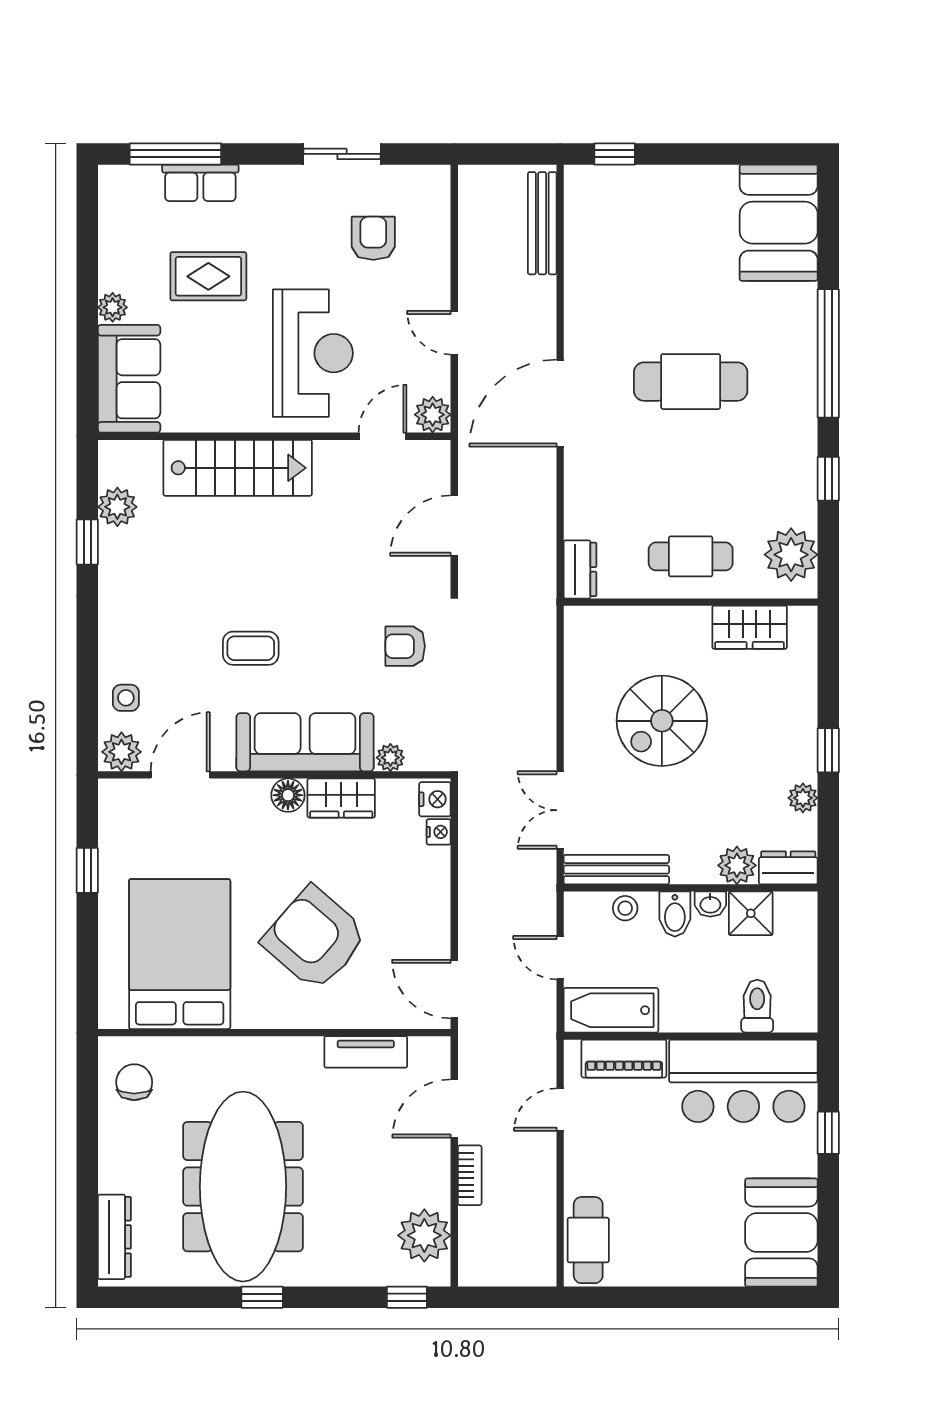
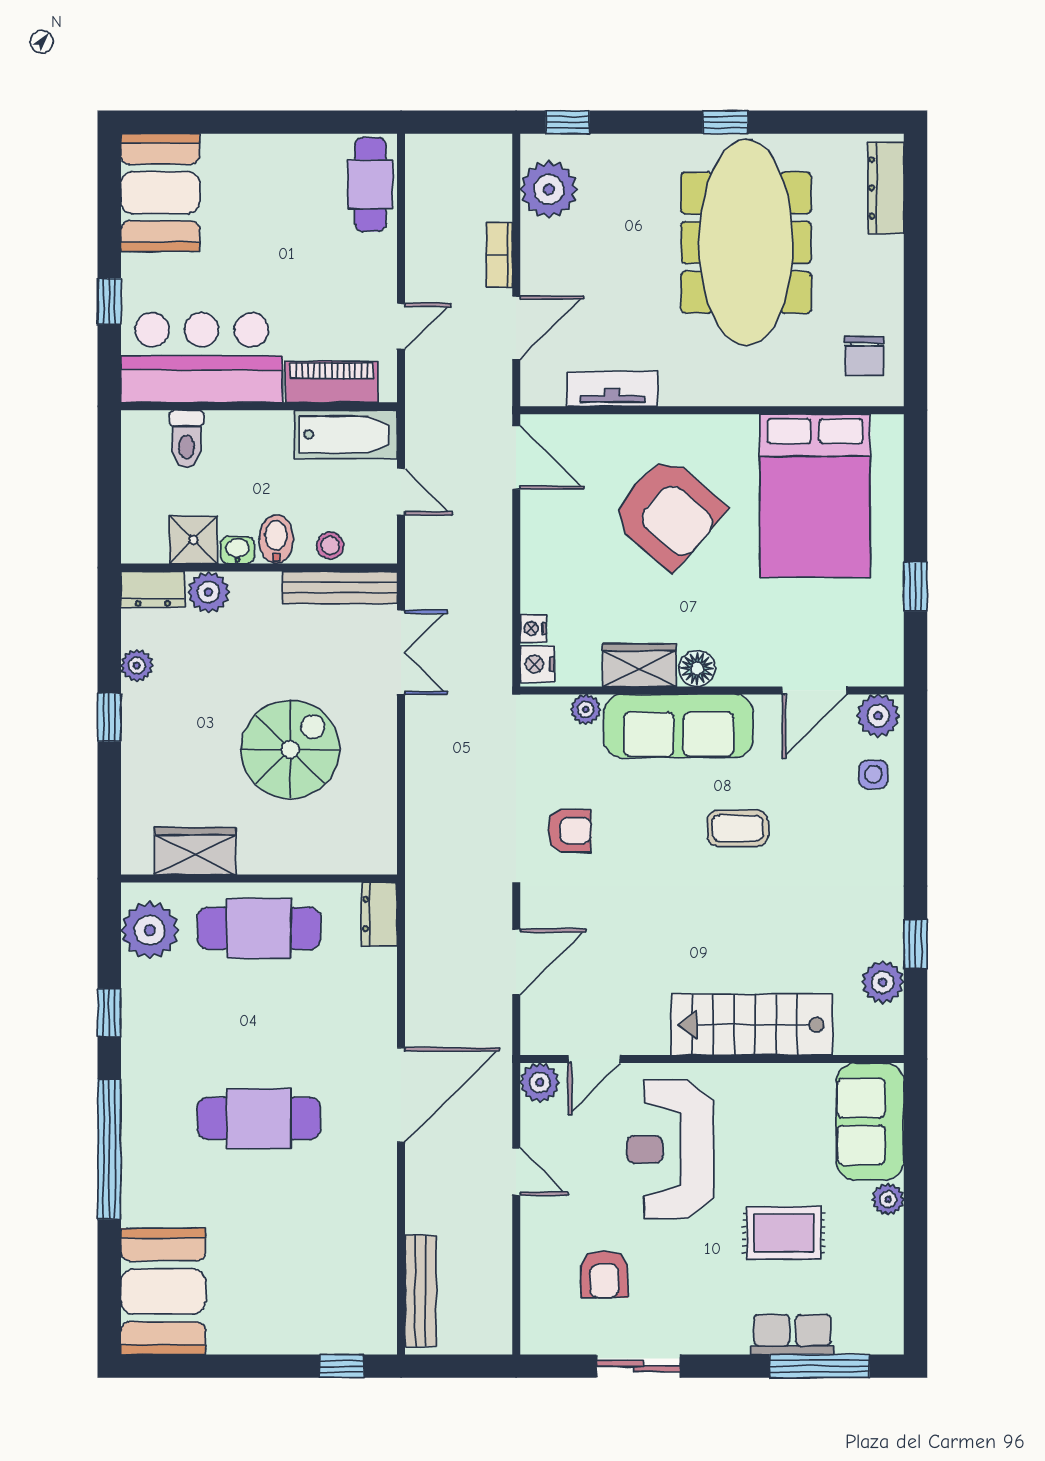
cafe table: (691, 556) -> (259, 928), width x1.37, depth x1.35

